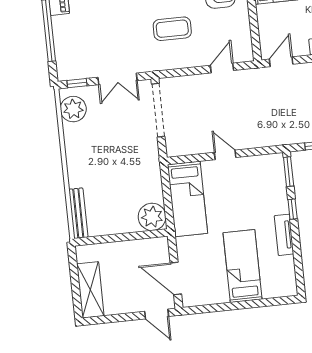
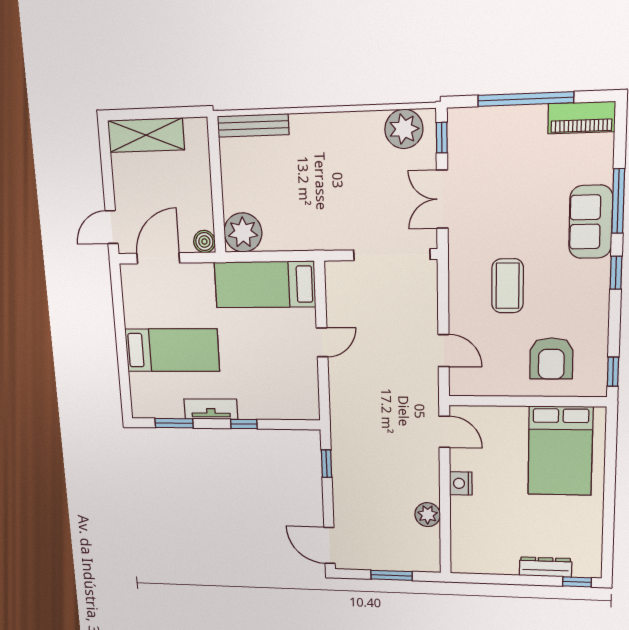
window: (289, 172) -> (174, 423), moved
boiler: (161, 245) -> (204, 242), added

